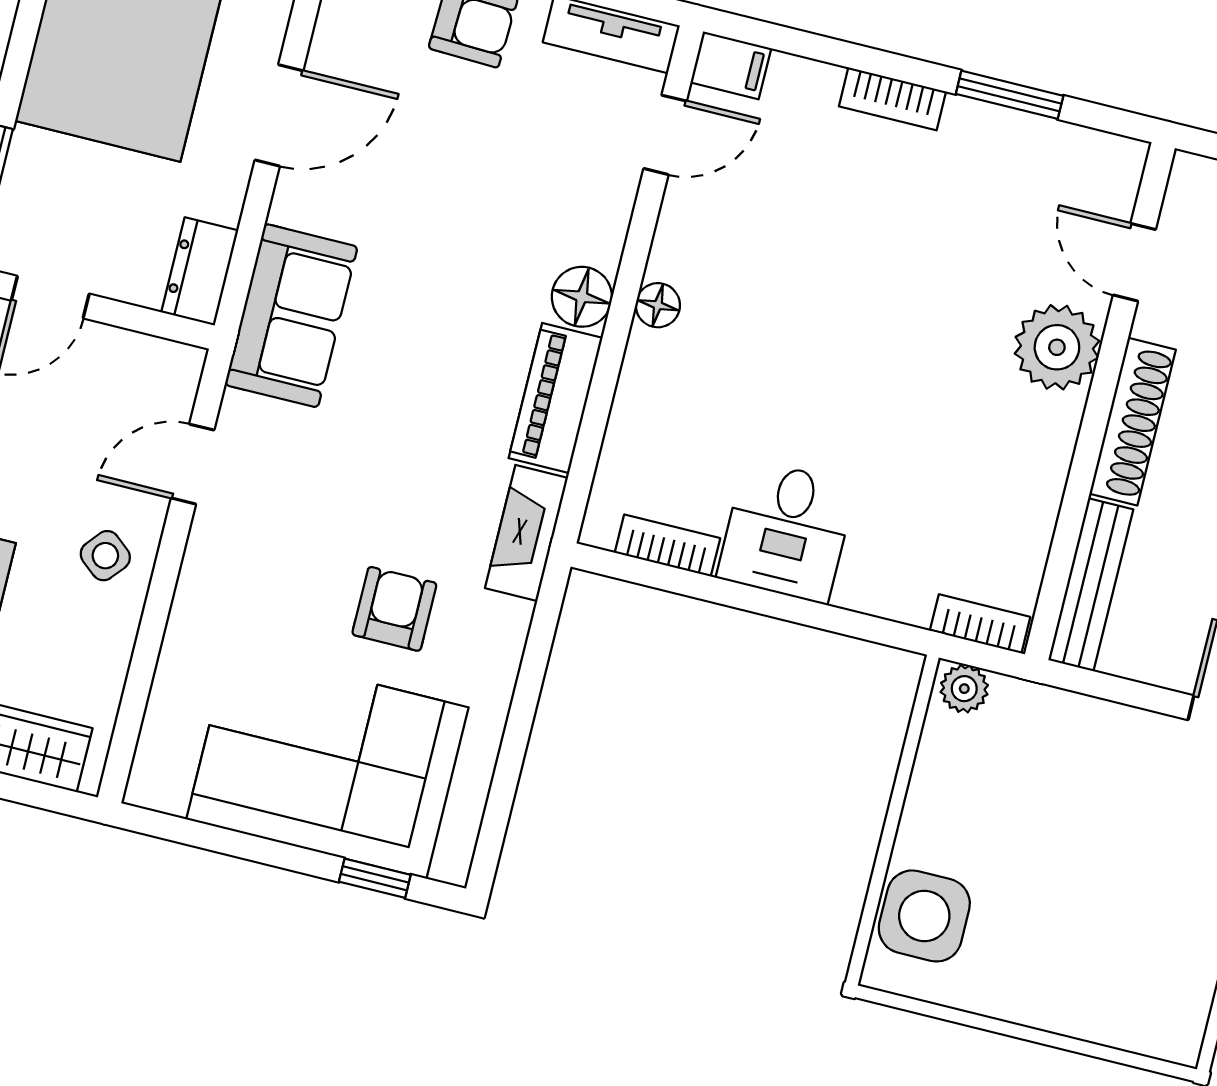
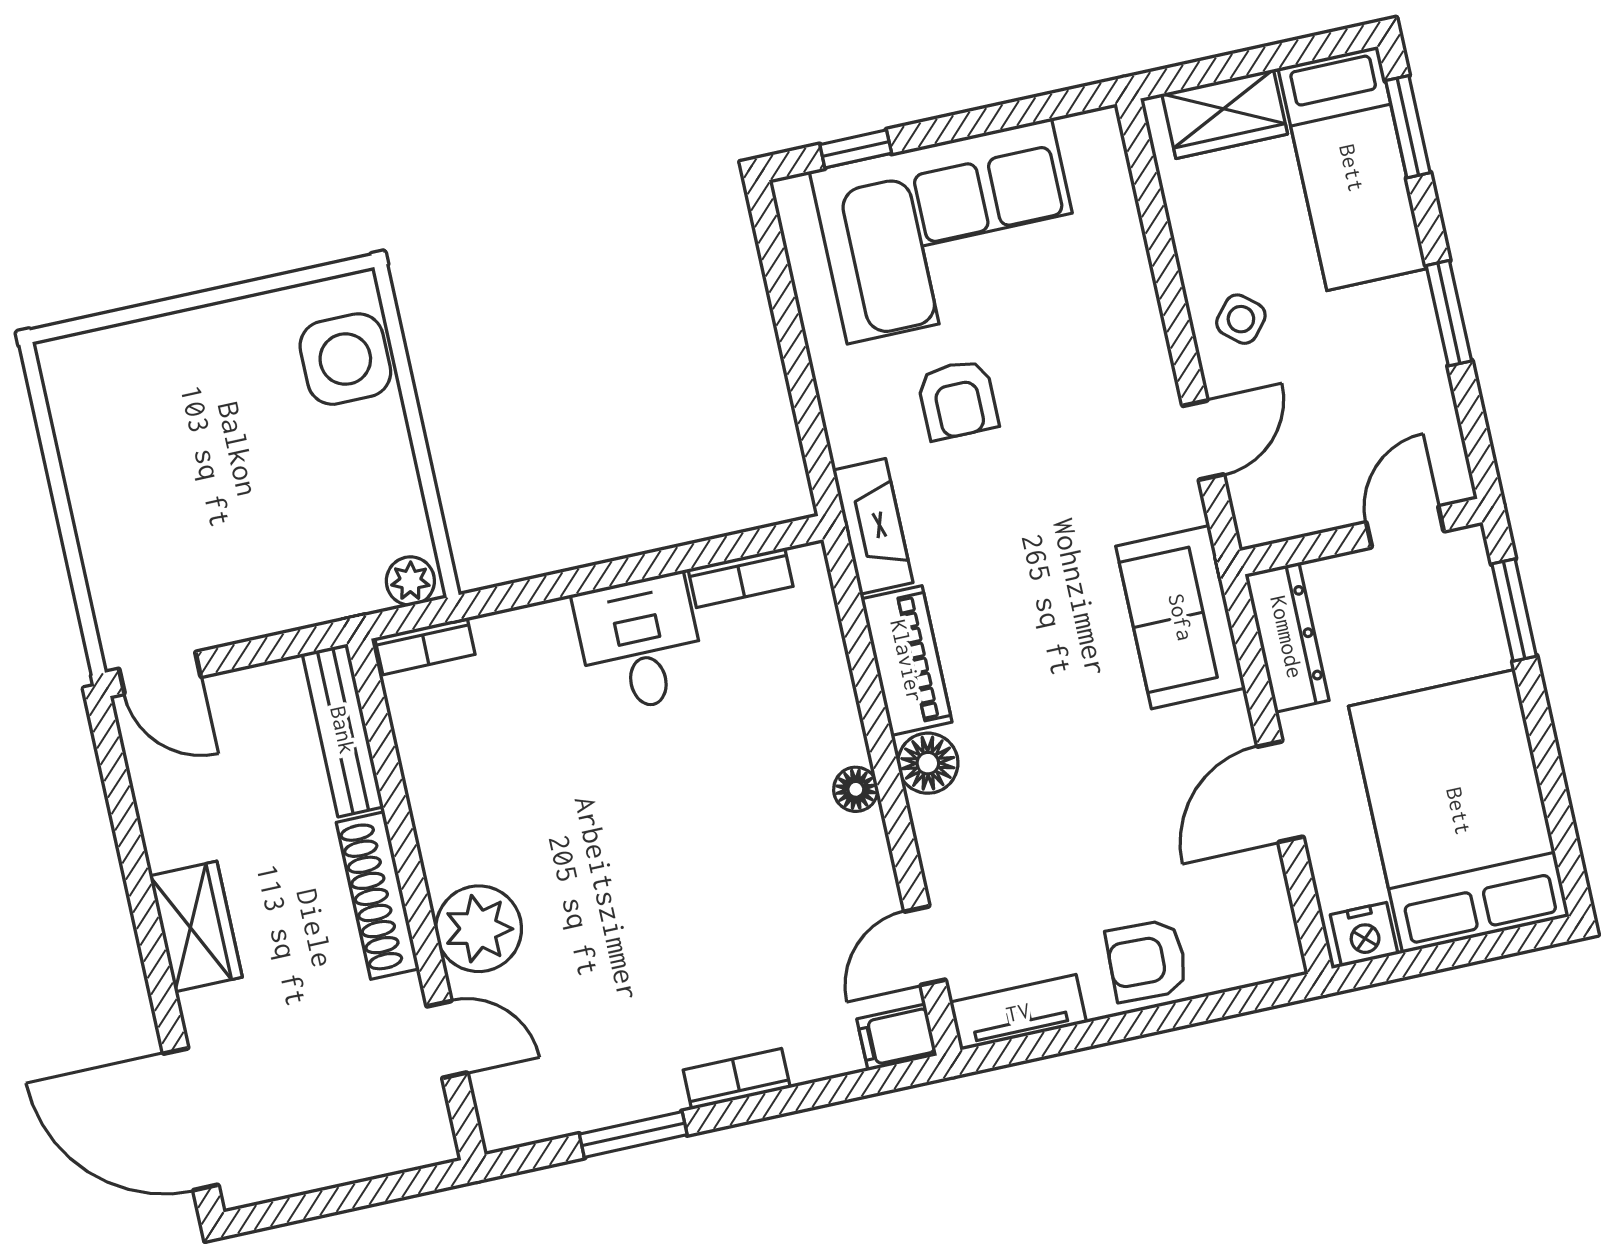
dresser: (200, 271) -> (1287, 637), width x1.44

